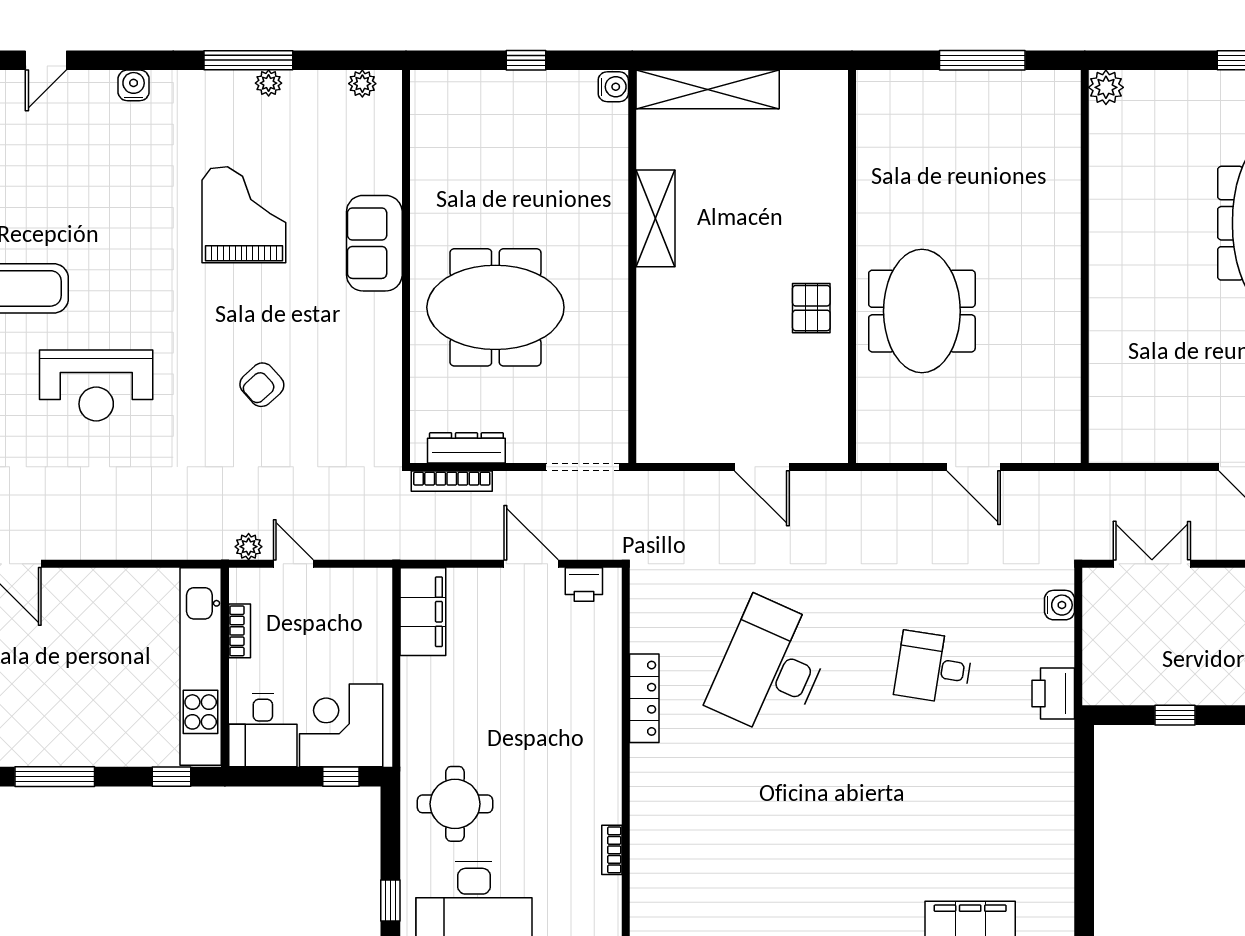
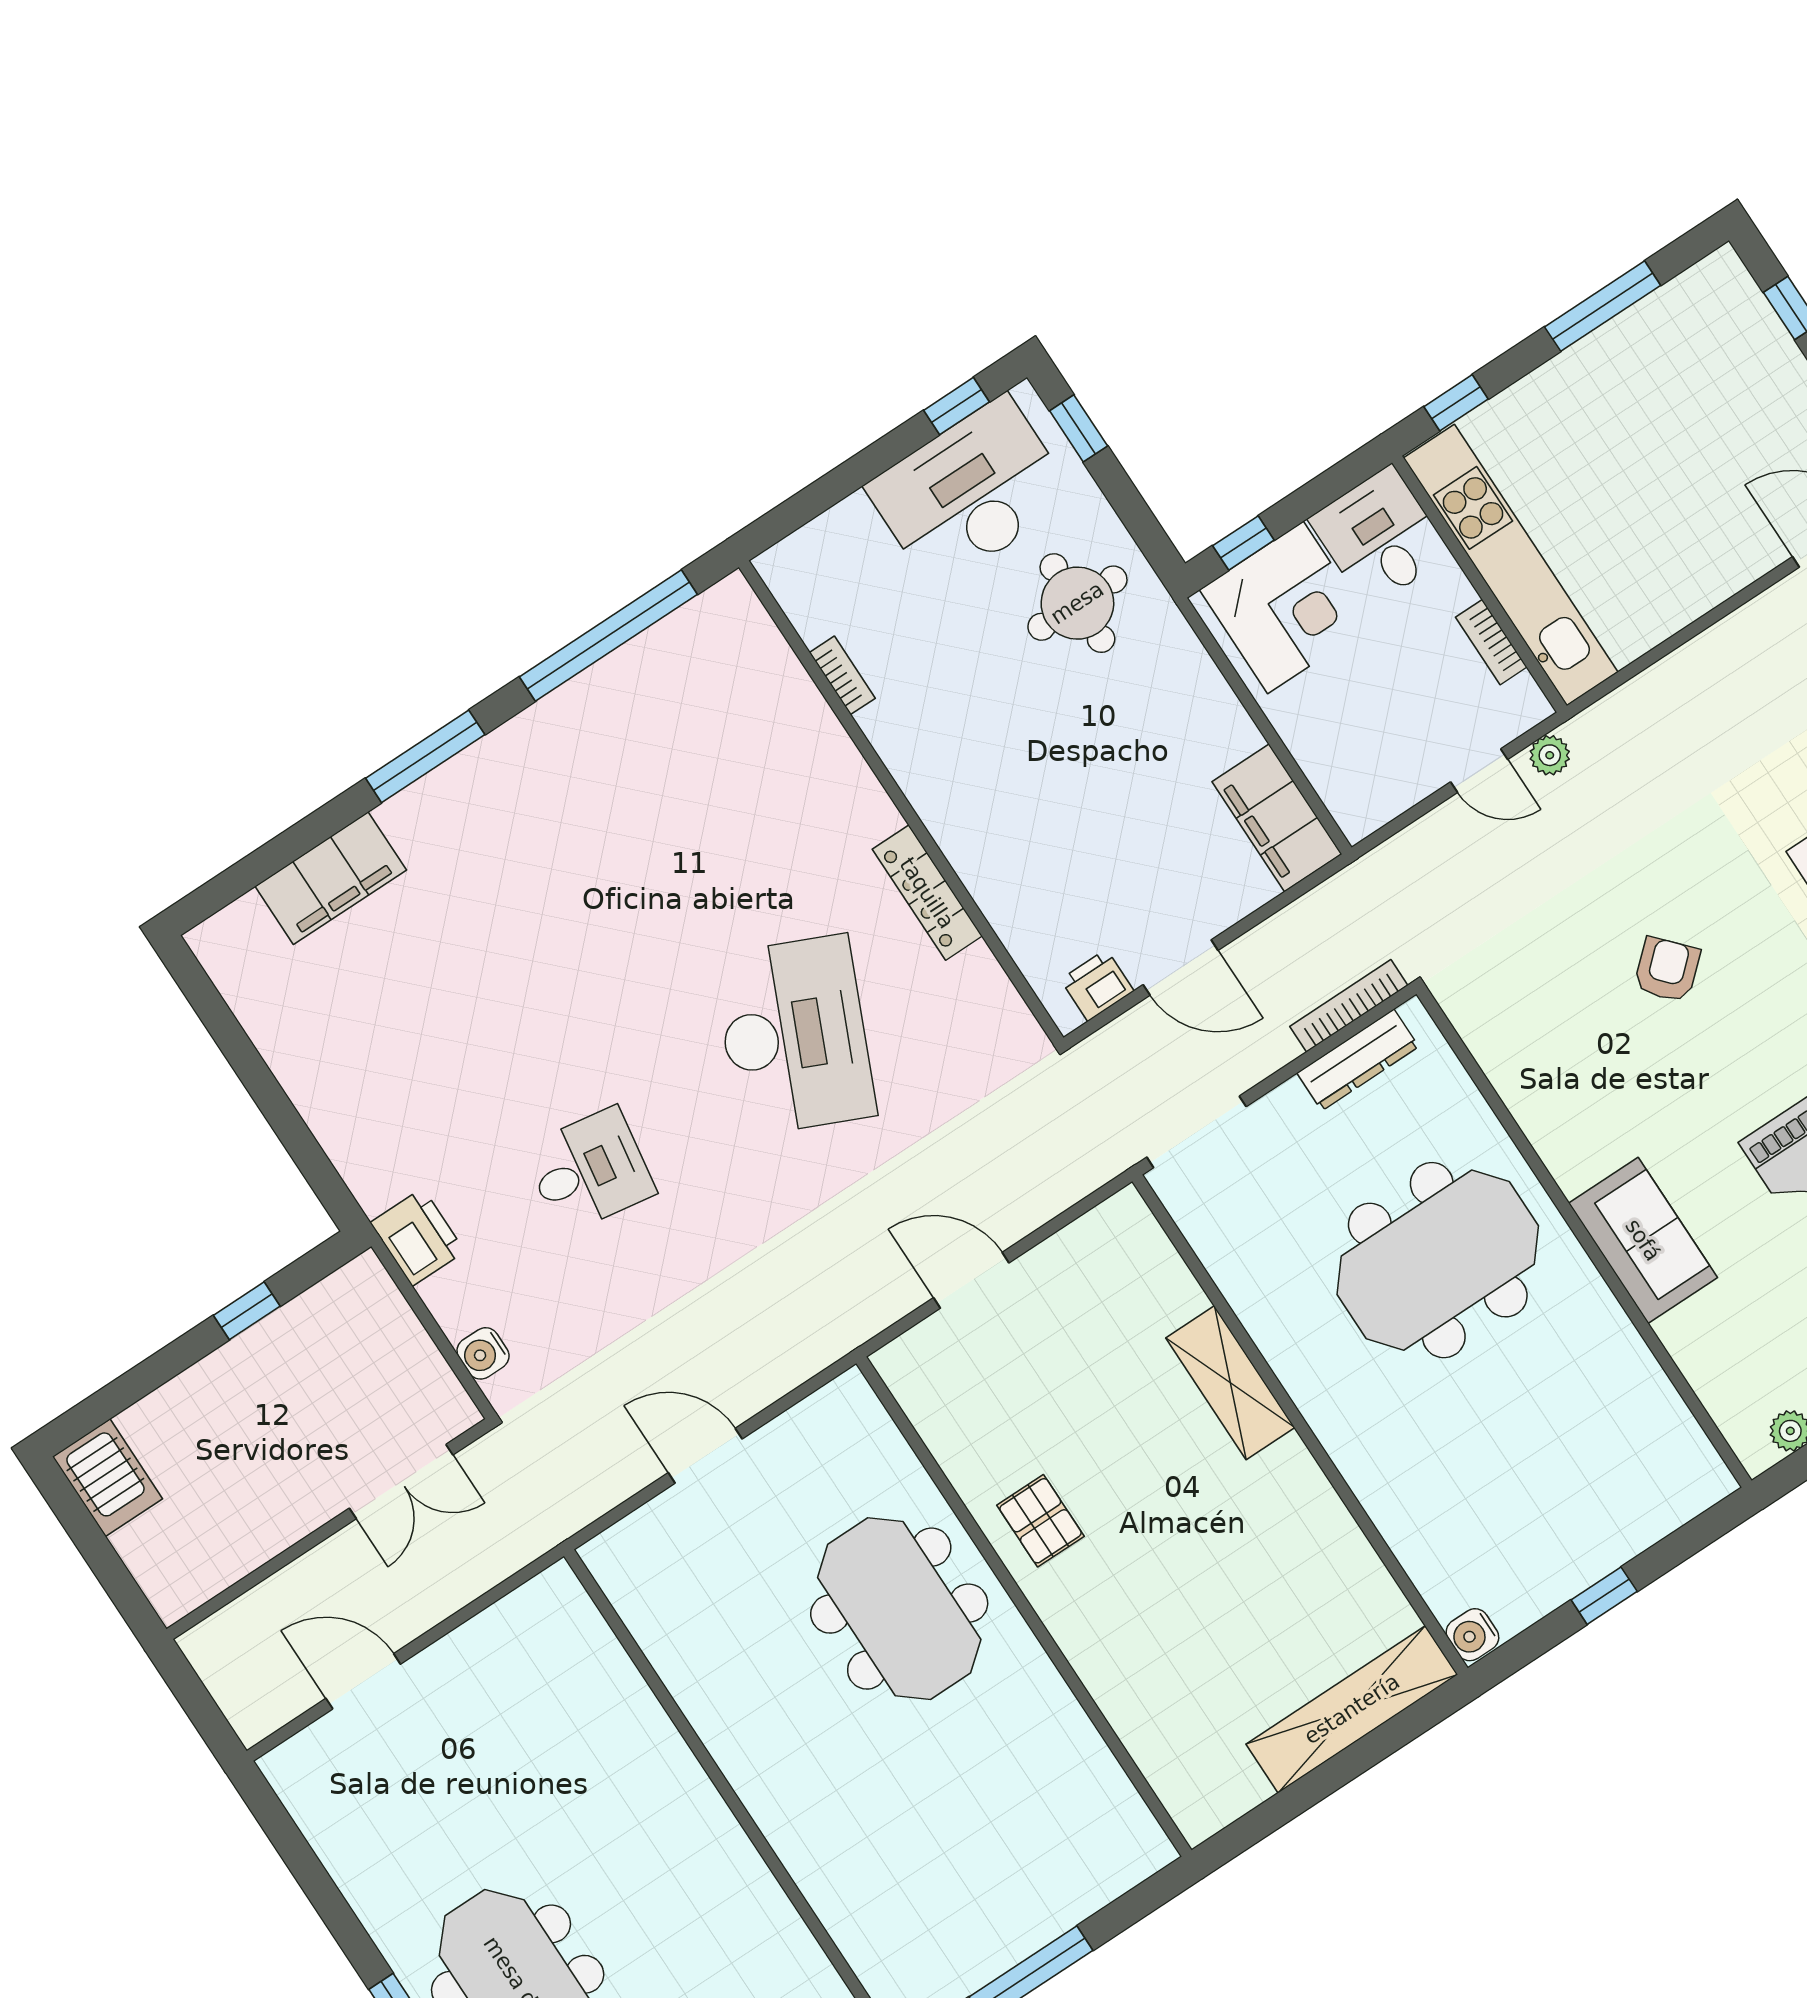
shelving: (656, 218) -> (1230, 1383), moved

